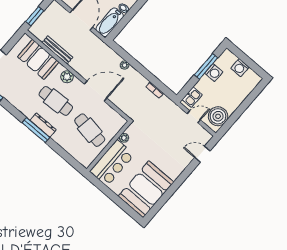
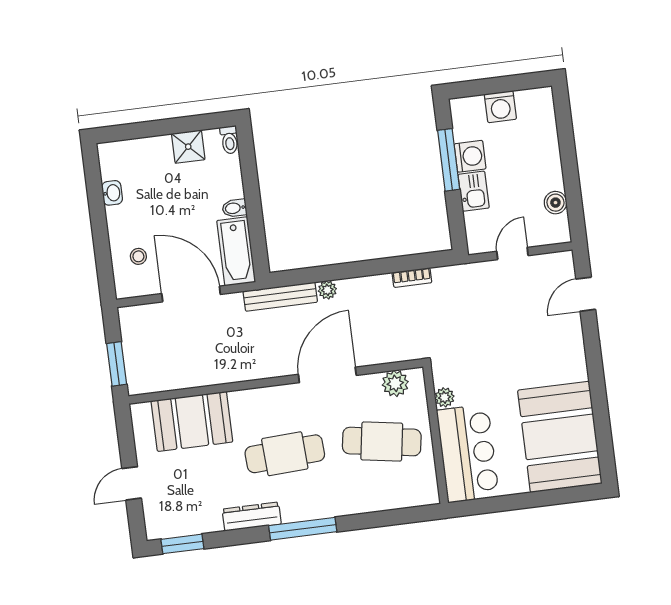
bench: (57, 50) -> (280, 297), moved
plant: (67, 77) -> (395, 383), moved
kitchen sink: (192, 97) -> (474, 191), moved
boiler: (218, 116) -> (555, 203), width x0.54, depth x0.54
dresser: (43, 125) -> (252, 517), moved

